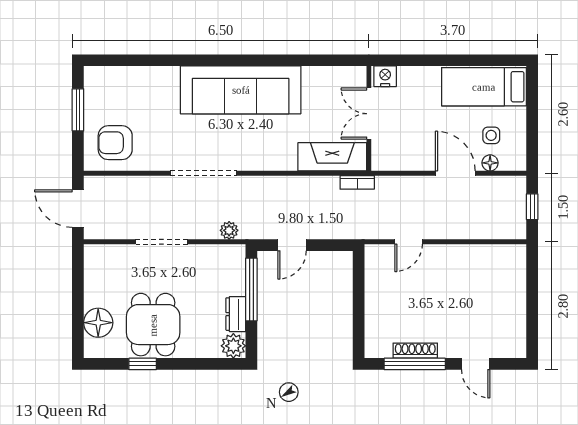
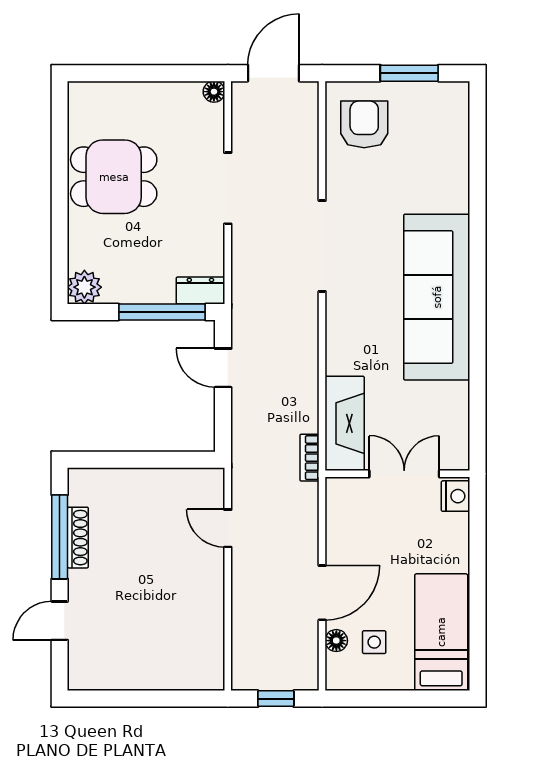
plant: (229, 230) -> (243, 281), removed
dresser: (236, 314) -> (200, 291), moved
floor lamp: (98, 323) -> (214, 92), moved, width x0.53, depth x0.53
window: (143, 364) -> (60, 162), removed

